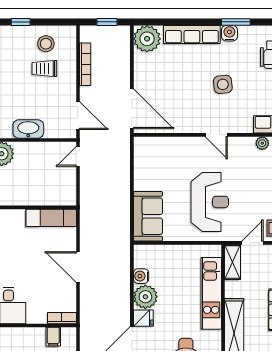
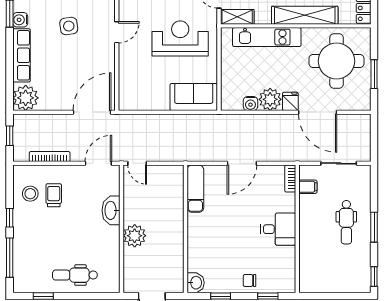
trolley: (44, 68) -> (54, 195), turned 180

